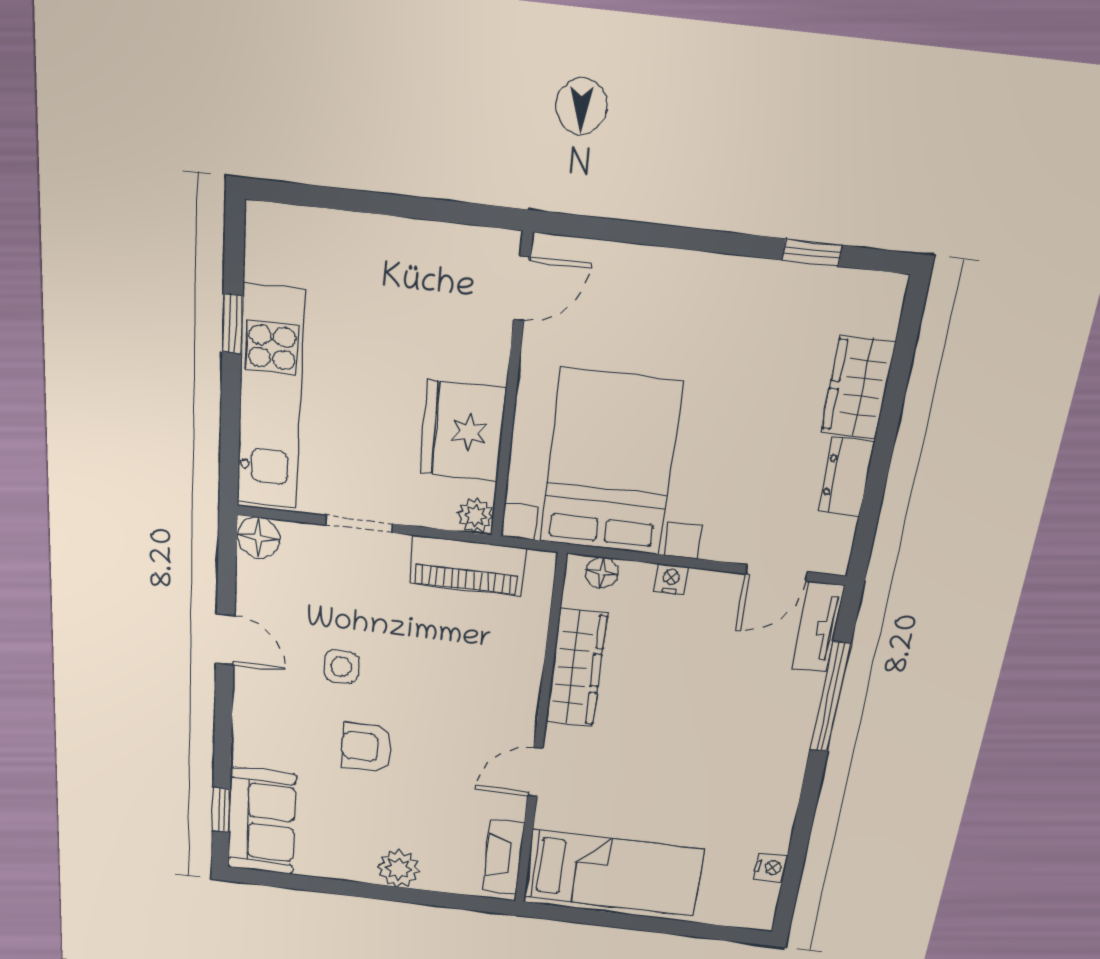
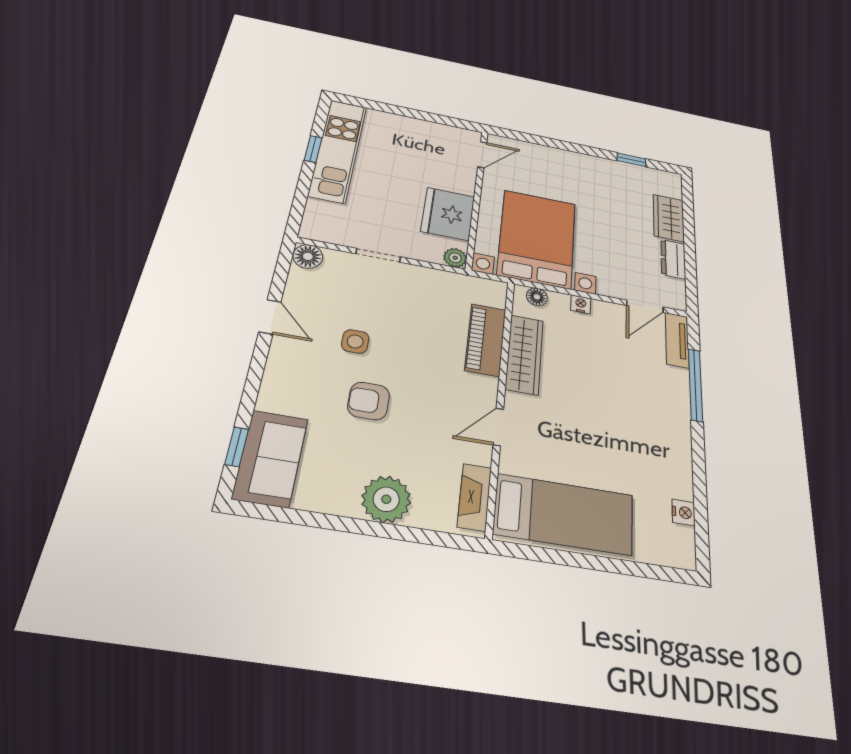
kitchen unit: (270, 398) -> (338, 150), moved
piano: (467, 566) -> (485, 340), moved, turned 90
plant: (399, 869) -> (386, 499), width x1.36, depth x1.36

